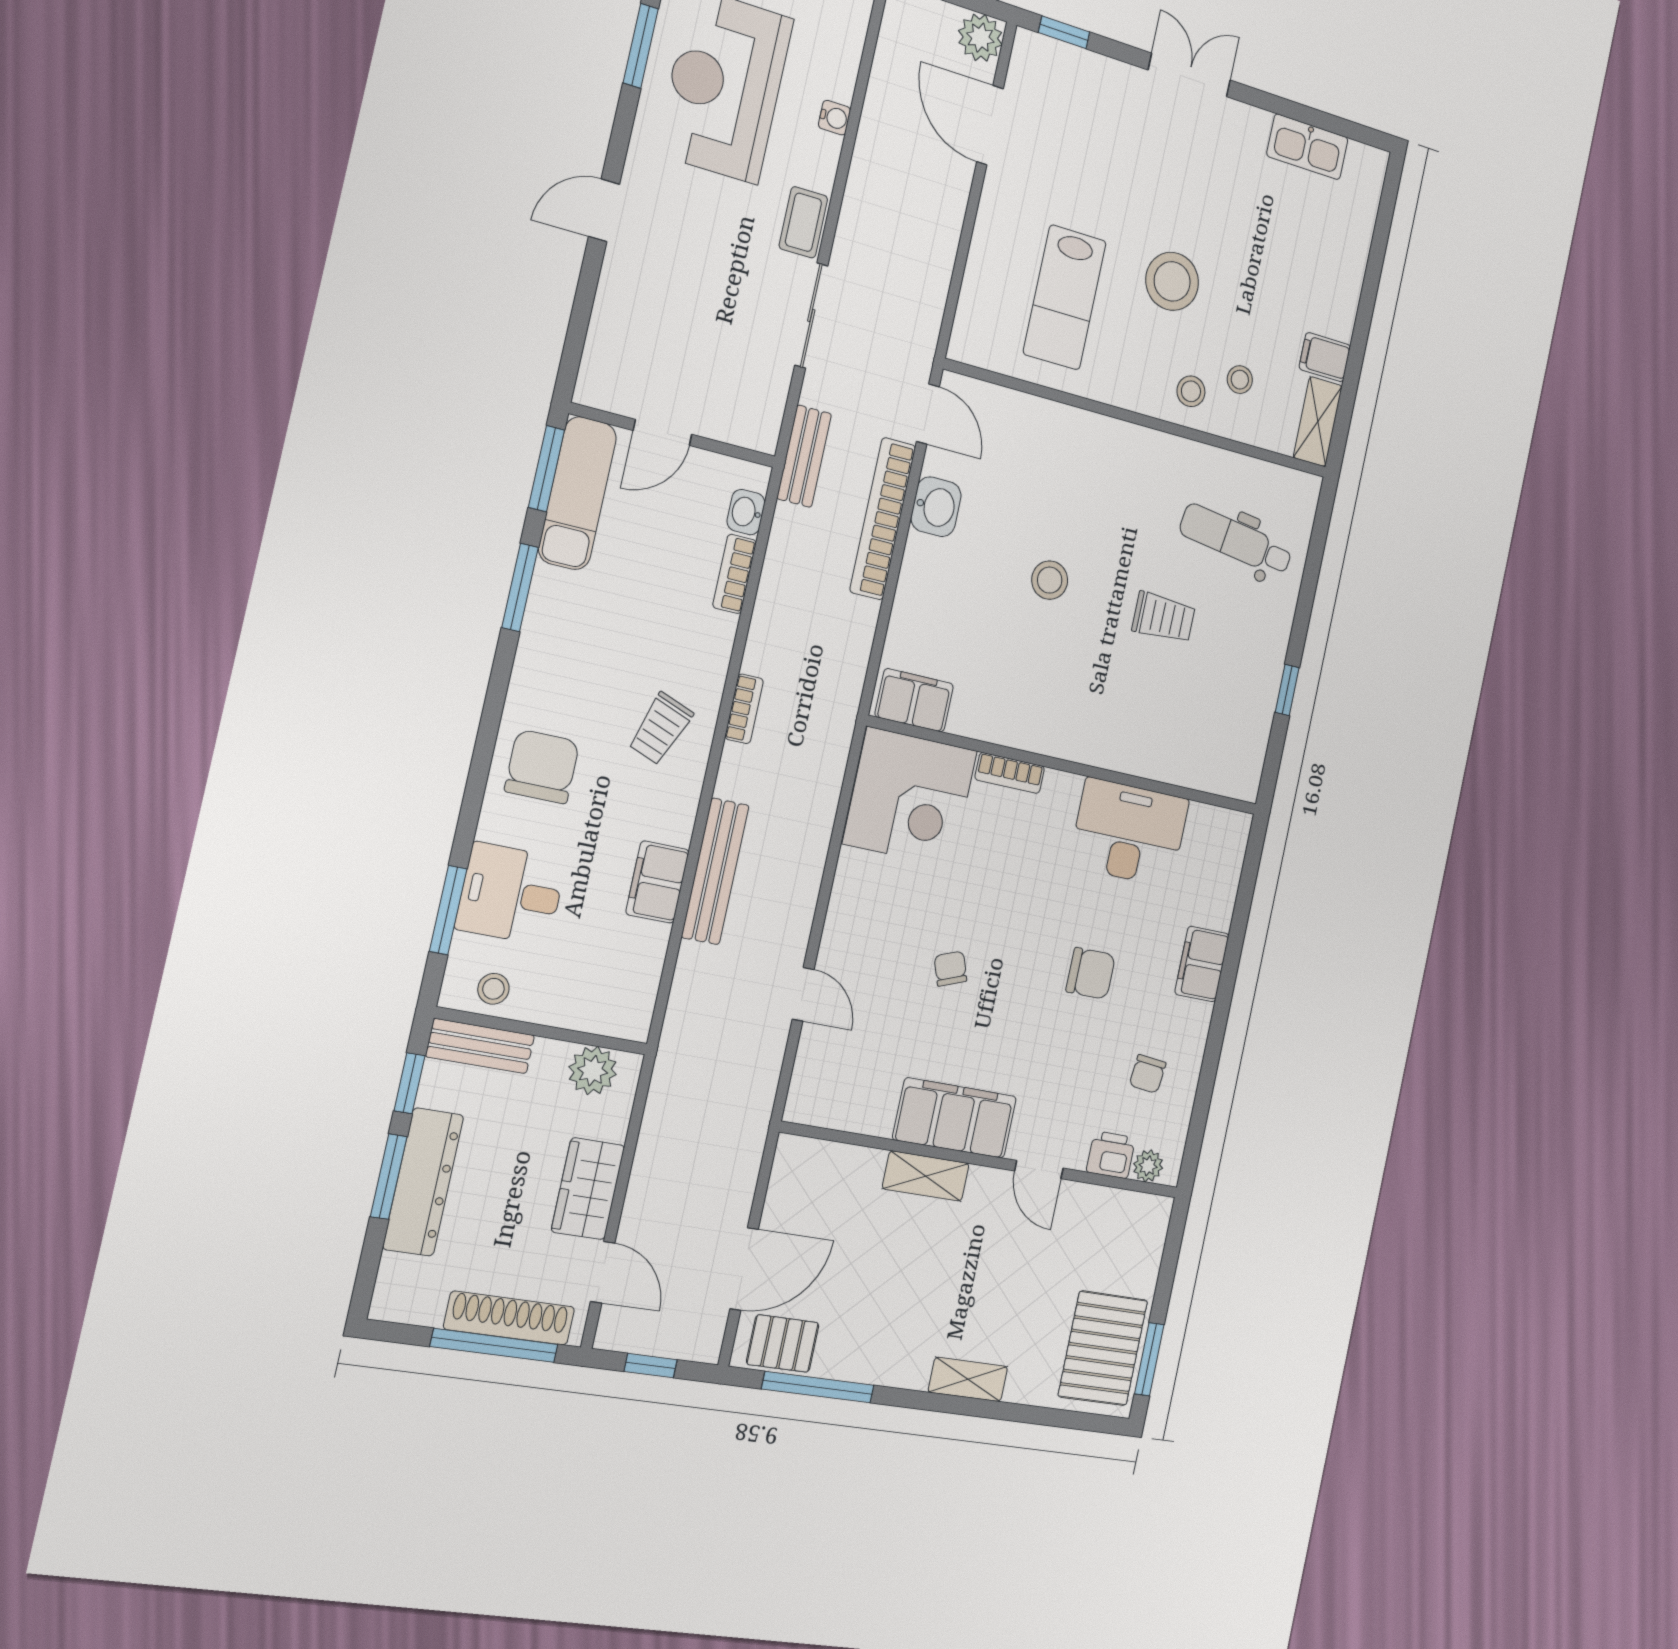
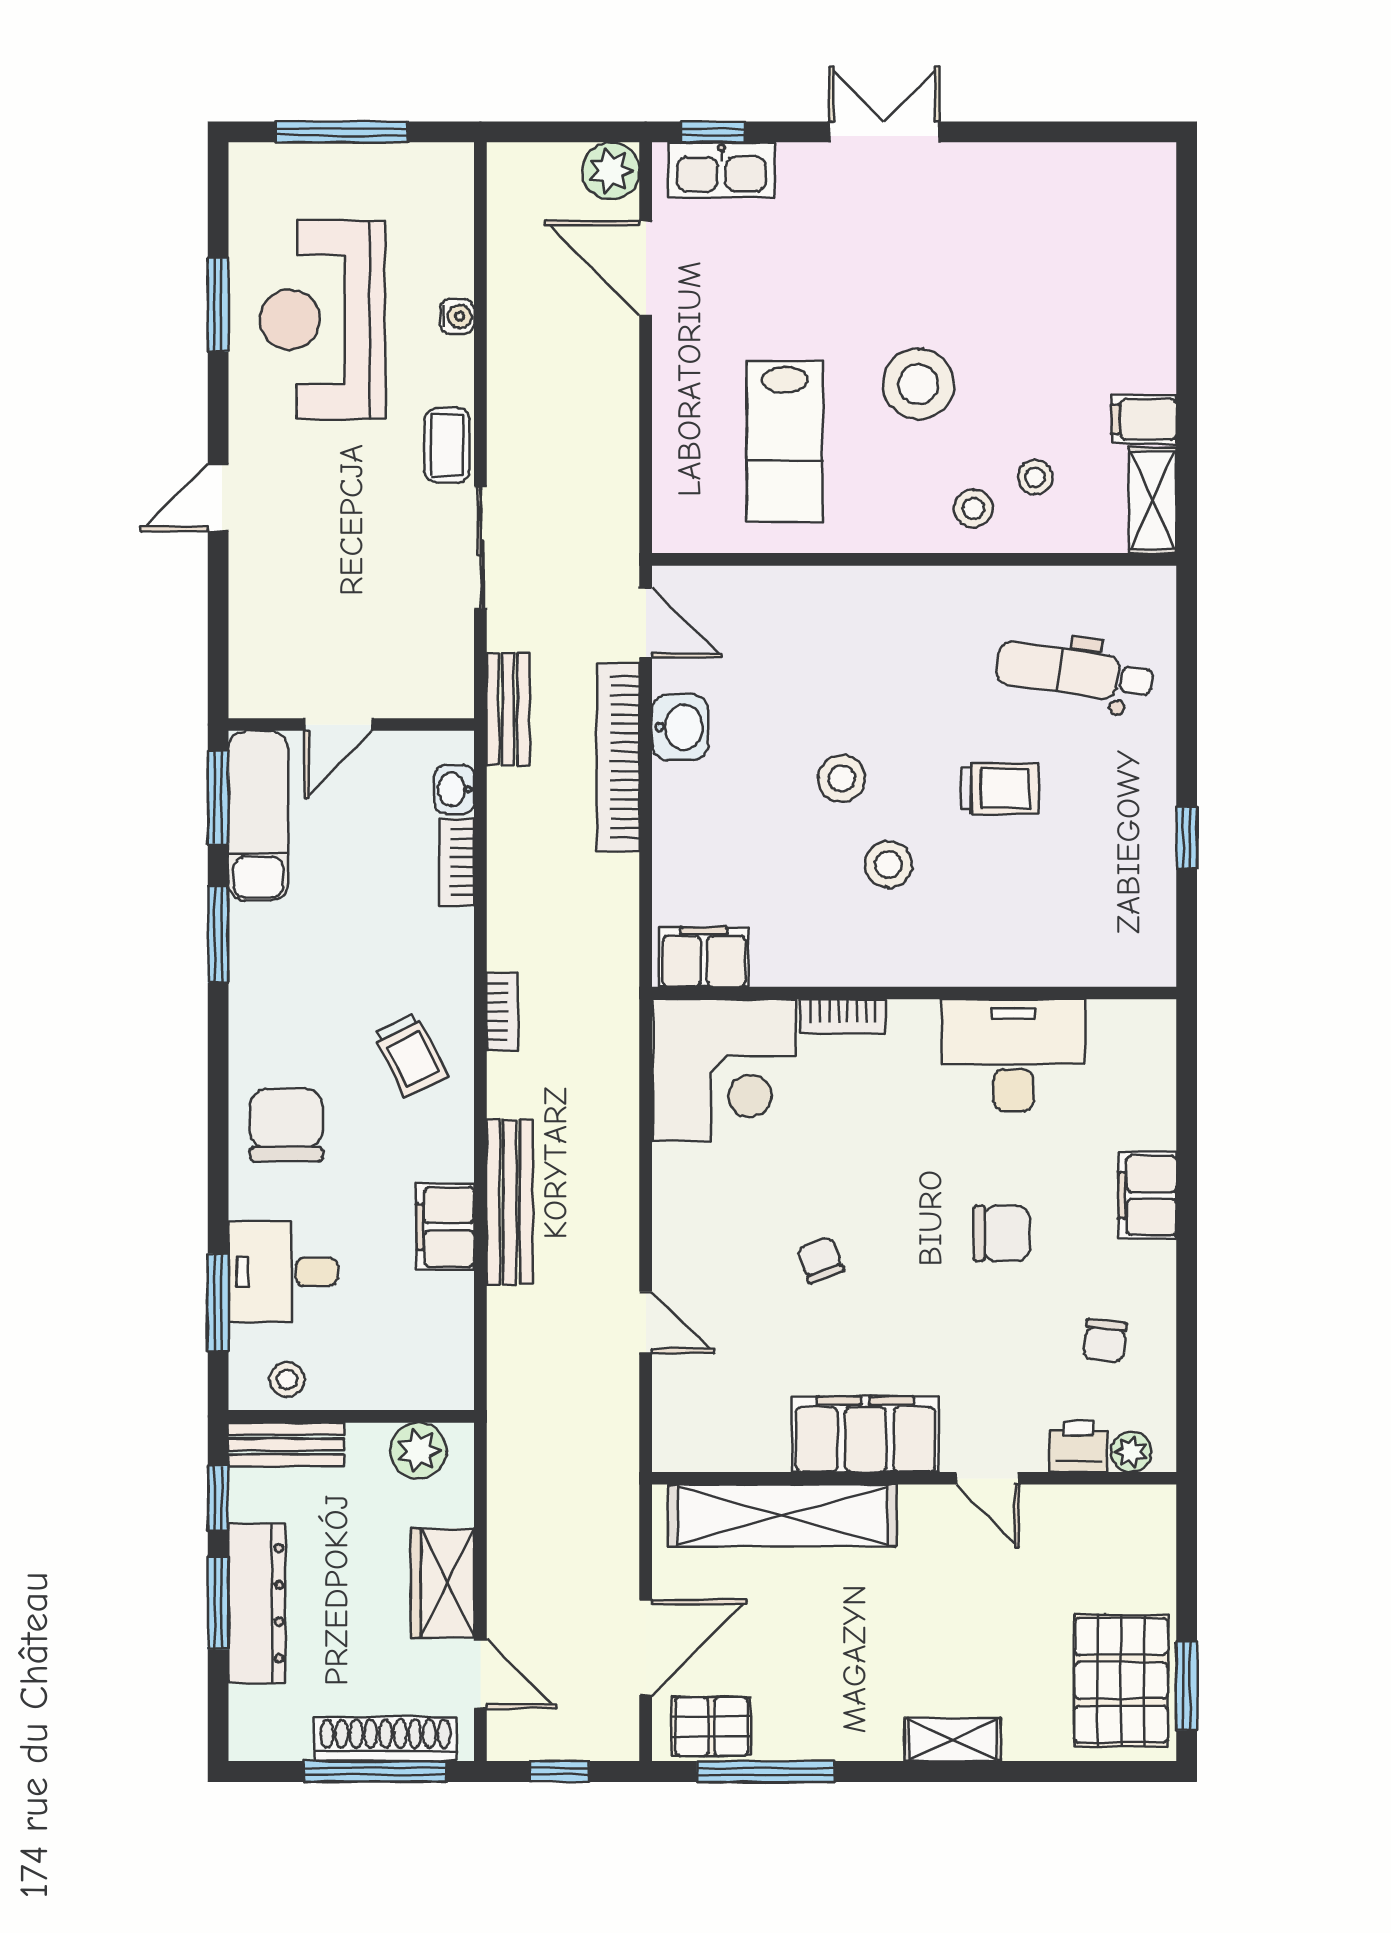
kitchen sink: (1307, 147) -> (721, 170), moved
stool: (1070, 658) -> (888, 864), added
trolley: (661, 729) -> (410, 1055), turned -48
shelving: (926, 1176) -> (782, 1516), width x2.20, depth x1.33

